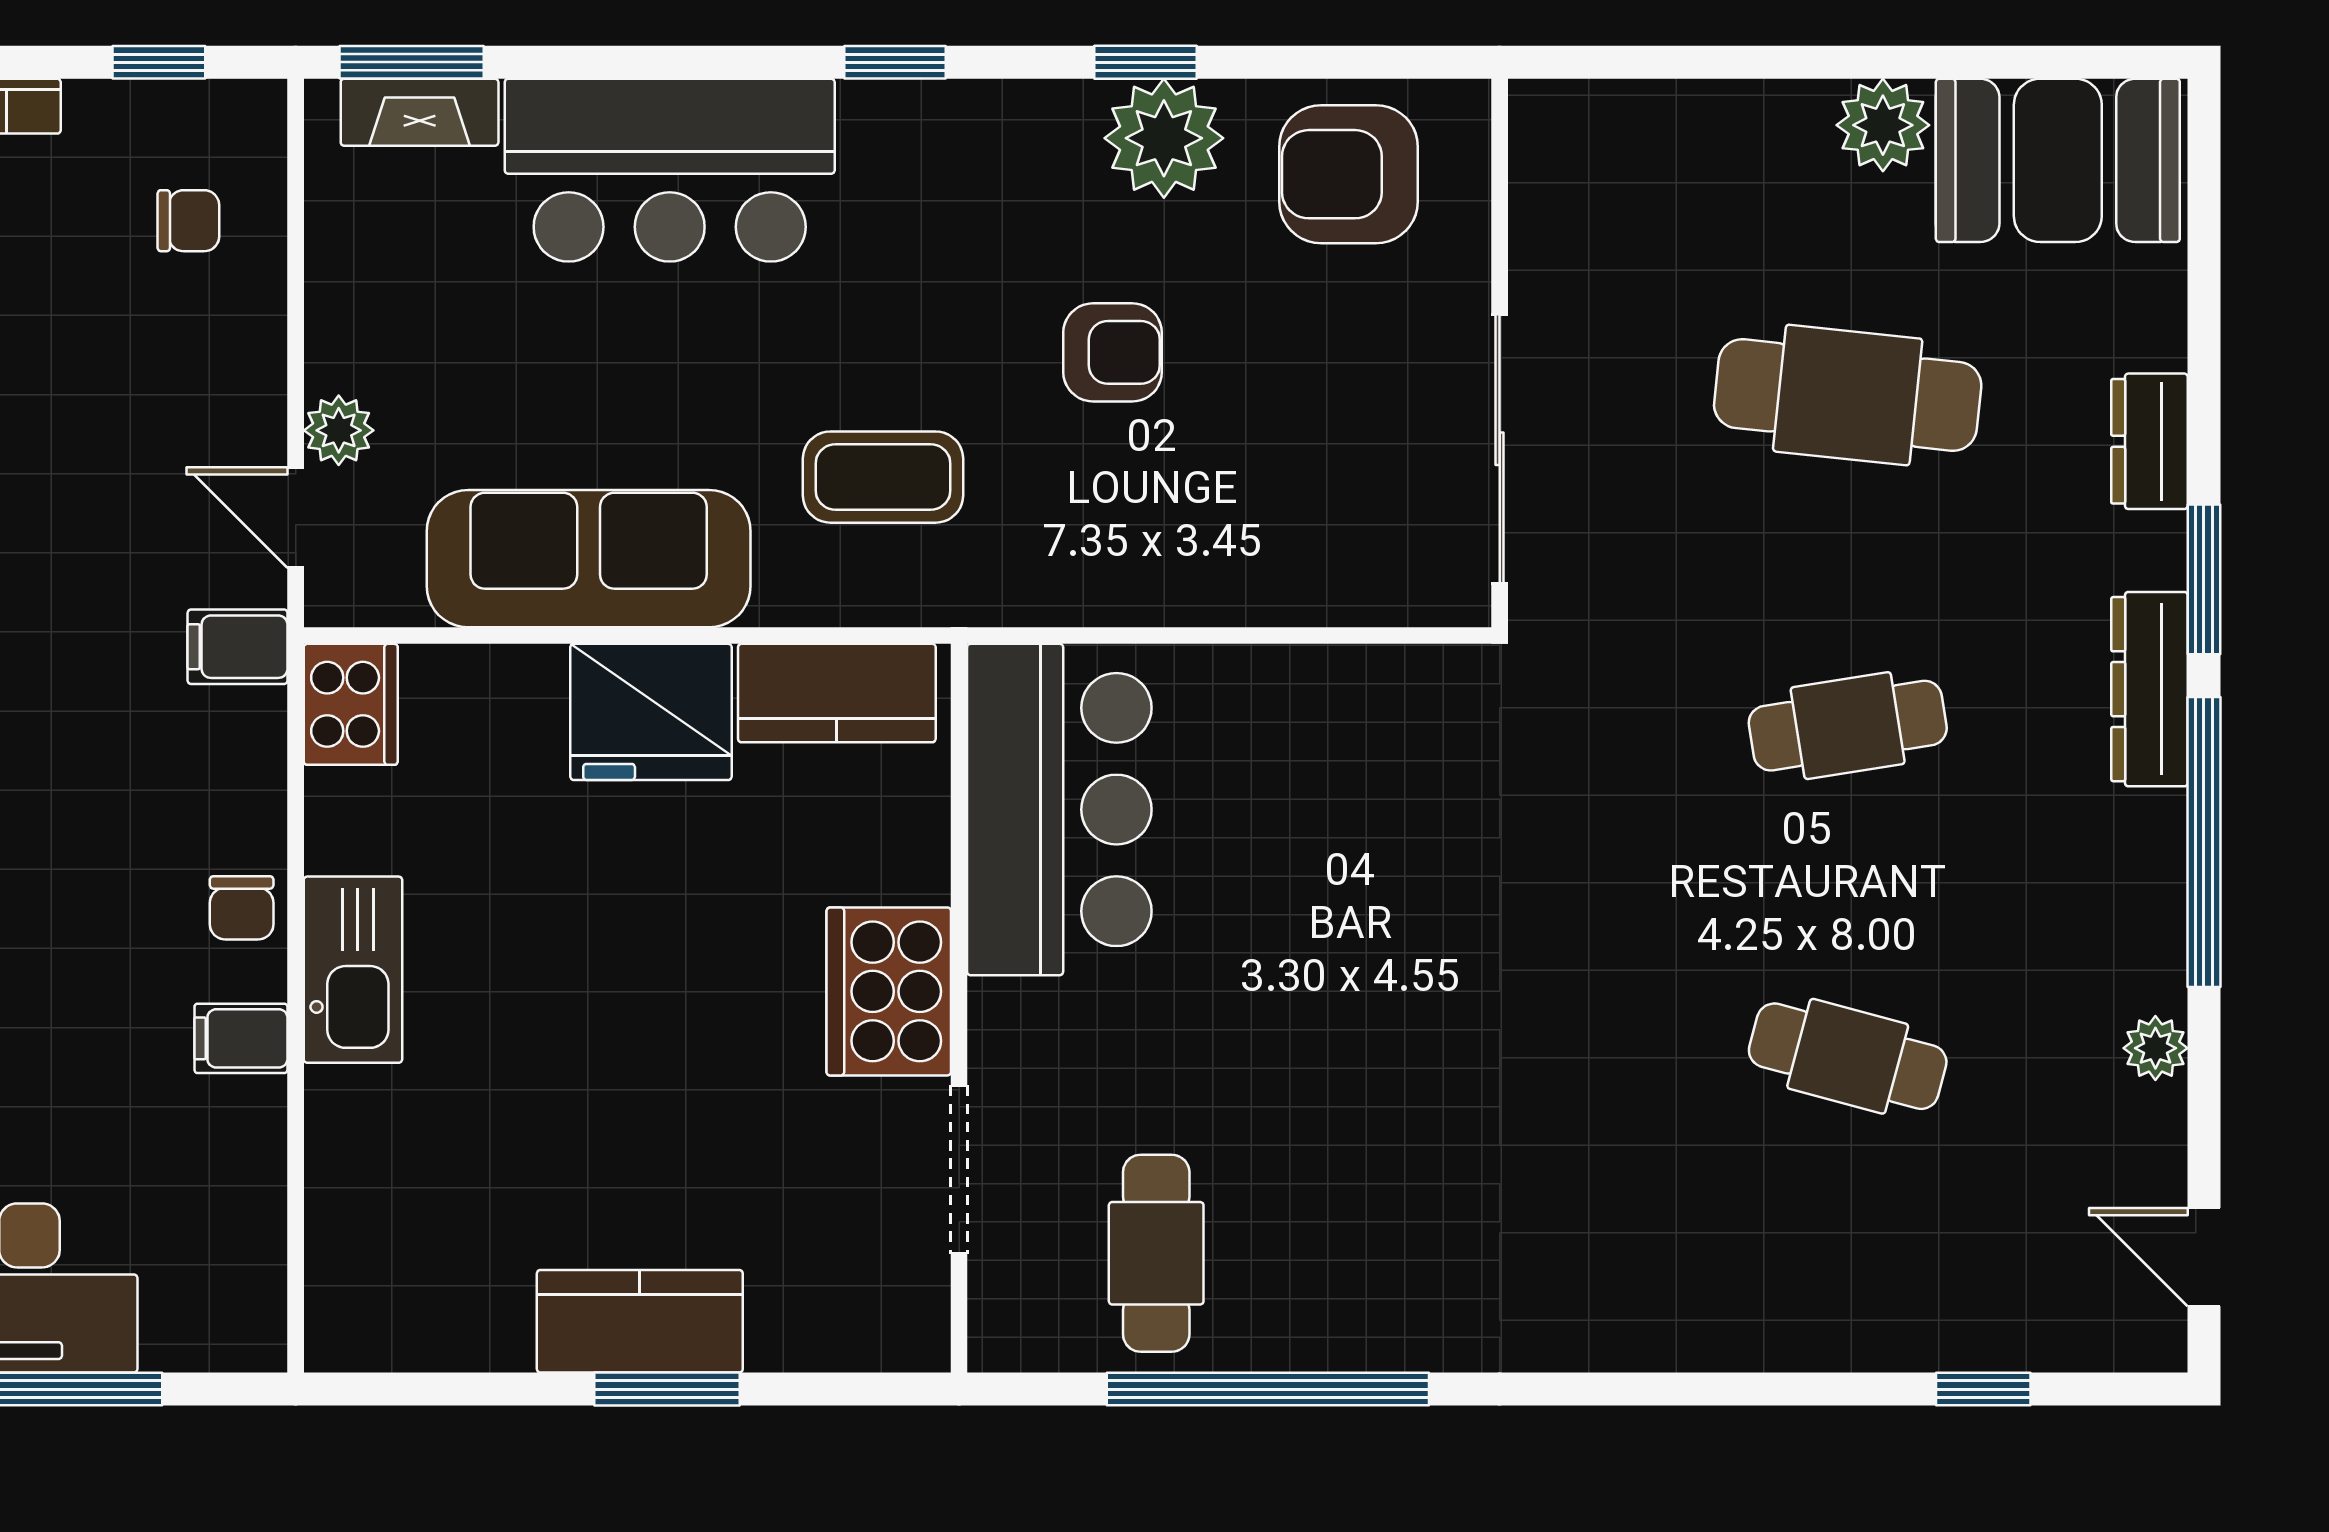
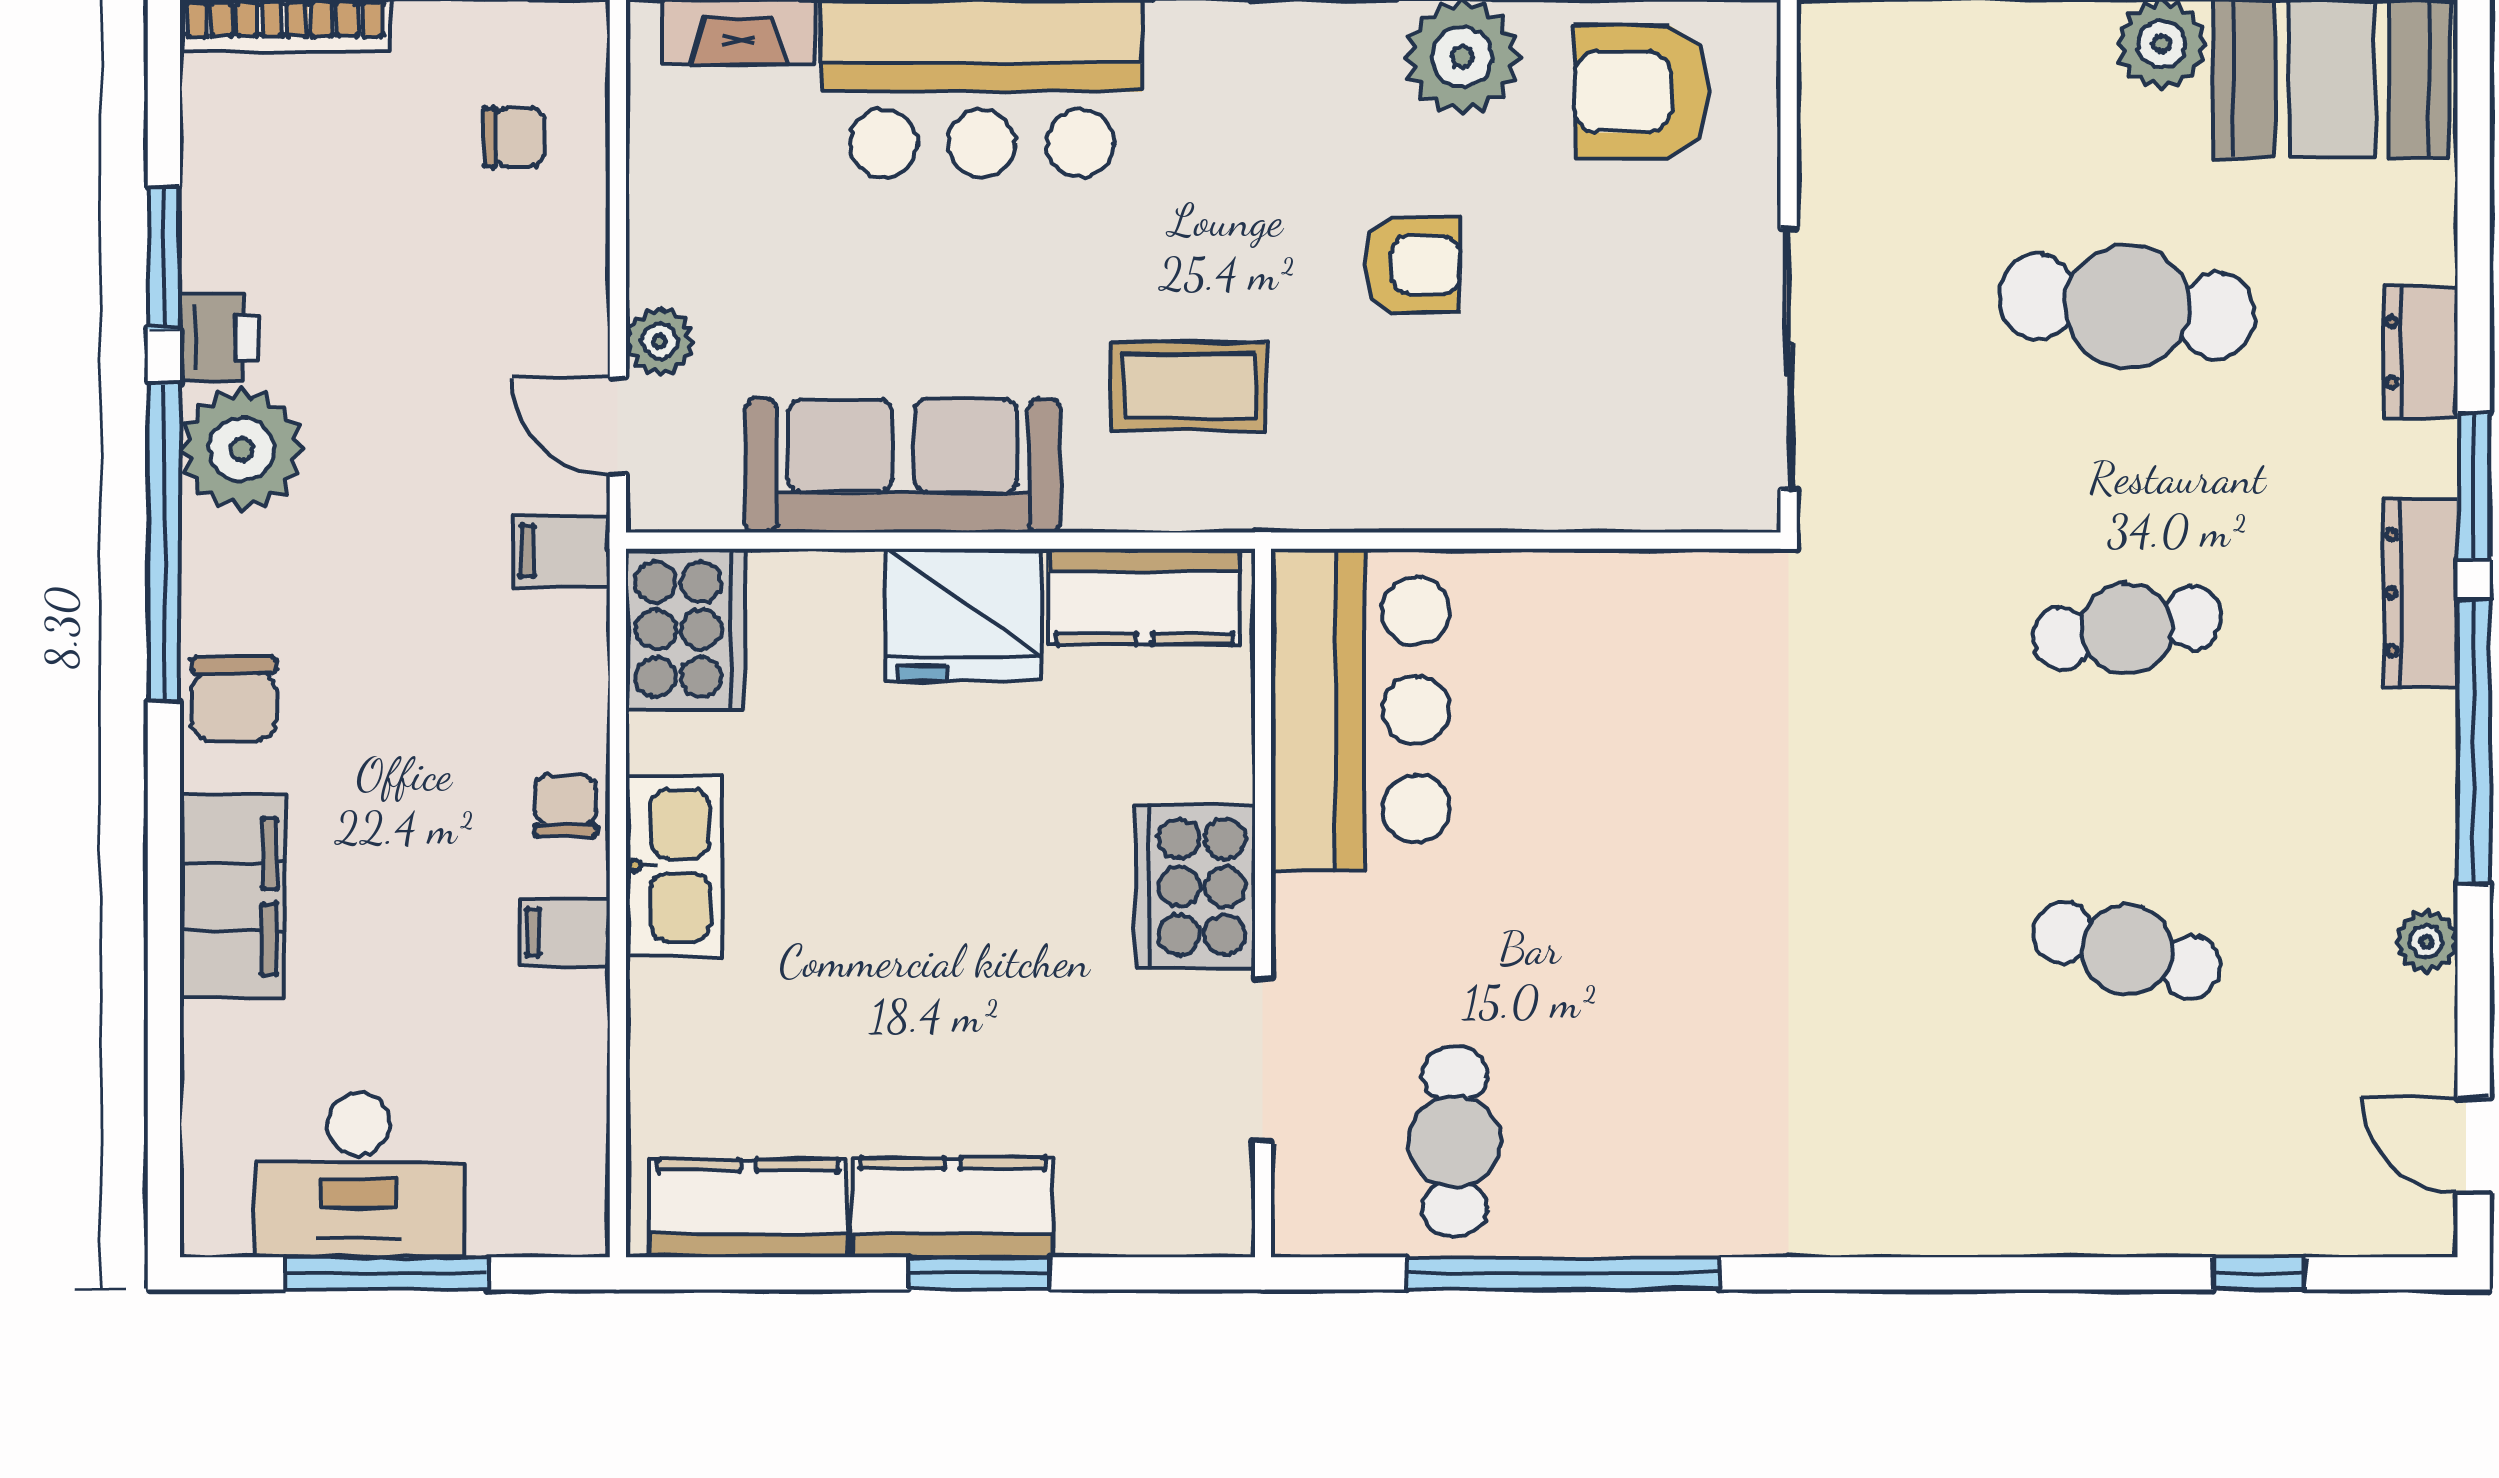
cooker: (351, 704) -> (686, 630), width x1.37, depth x1.31
chair: (242, 908) -> (565, 805), turned 180
kitchen counter: (430, 1322) -> (748, 1208), added

